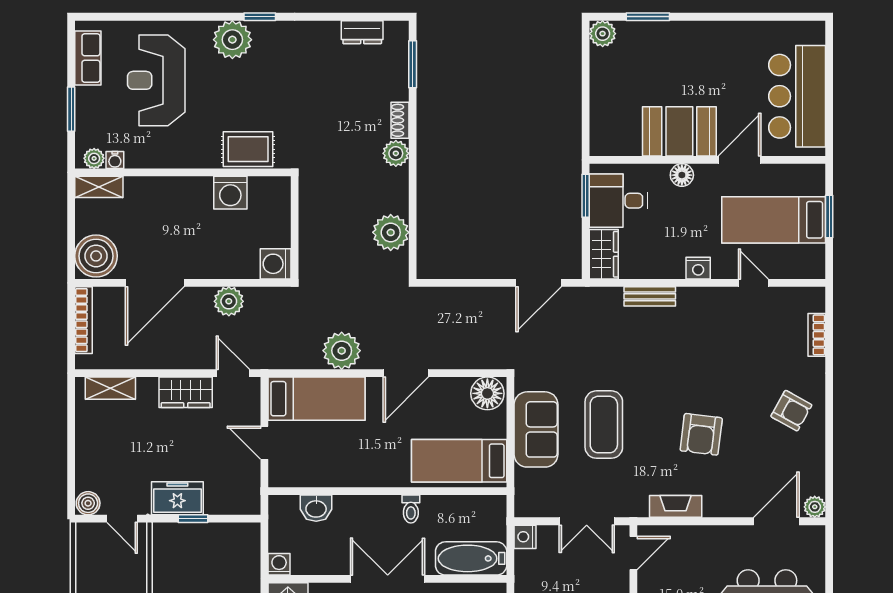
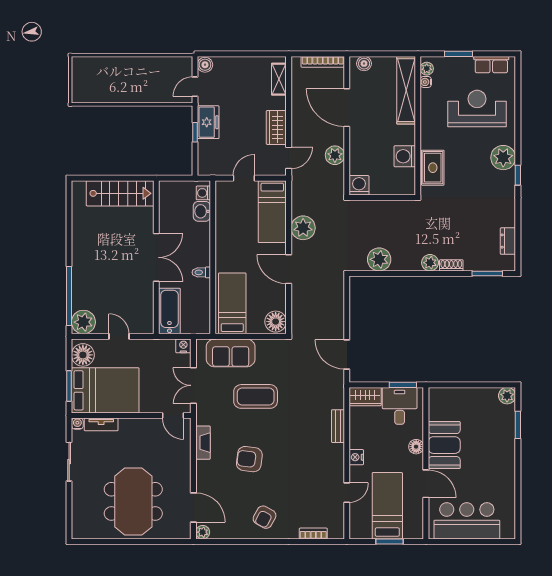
shelving: (99, 187) -> (406, 90), width x2.20, depth x1.33
boiler: (96, 256) -> (364, 64), width x0.54, depth x0.54
sofa: (536, 429) -> (231, 353), moved
washing machine: (279, 564) -> (203, 193), moved, turned 180

